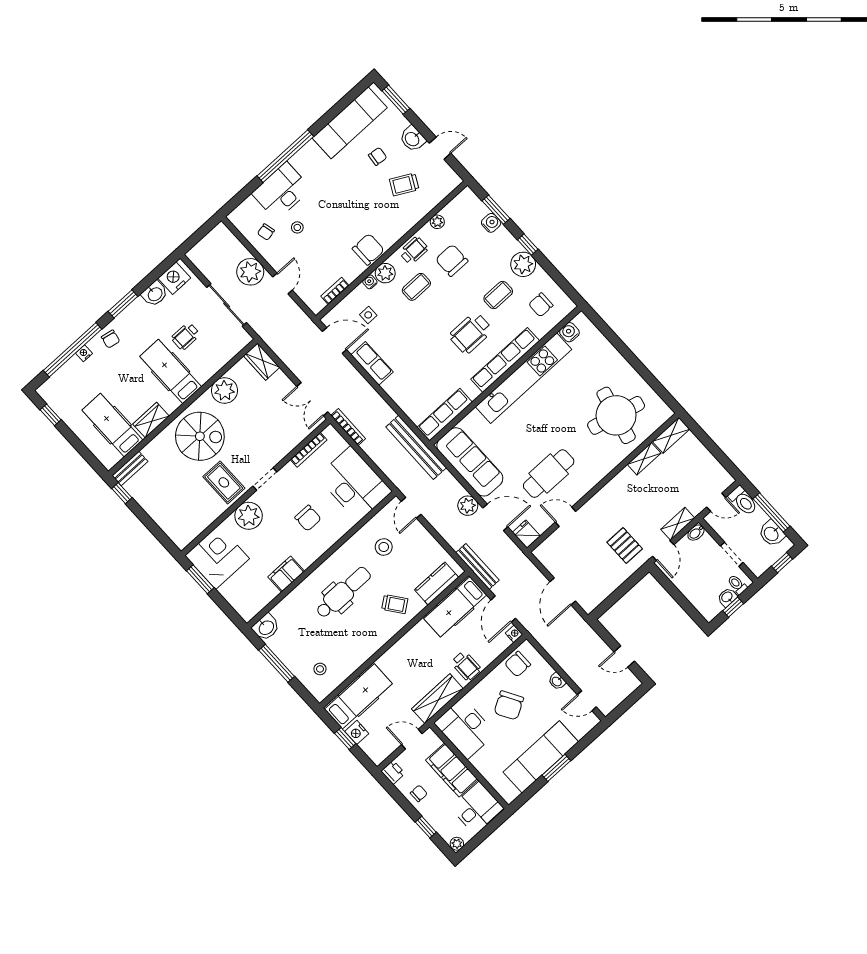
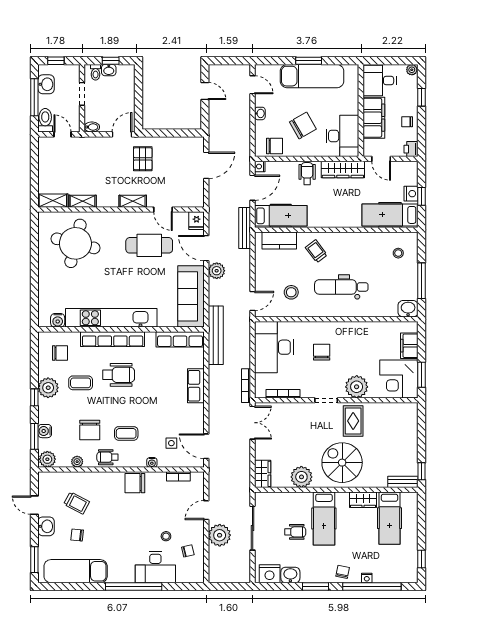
plant: (385, 273) -> (47, 459), moved
row of seats: (372, 363) -> (196, 386), moved
shelving: (678, 524) -> (133, 201), moved
filing cabinet: (286, 574) -> (409, 346), moved, turned 90

